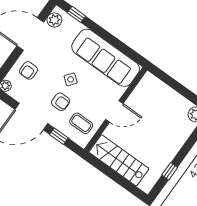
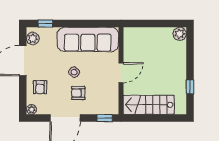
armchair: (61, 102) -> (78, 93), turned 180
coffee table: (81, 123) -> (104, 98), removed
window: (59, 136) -> (105, 118), moved

